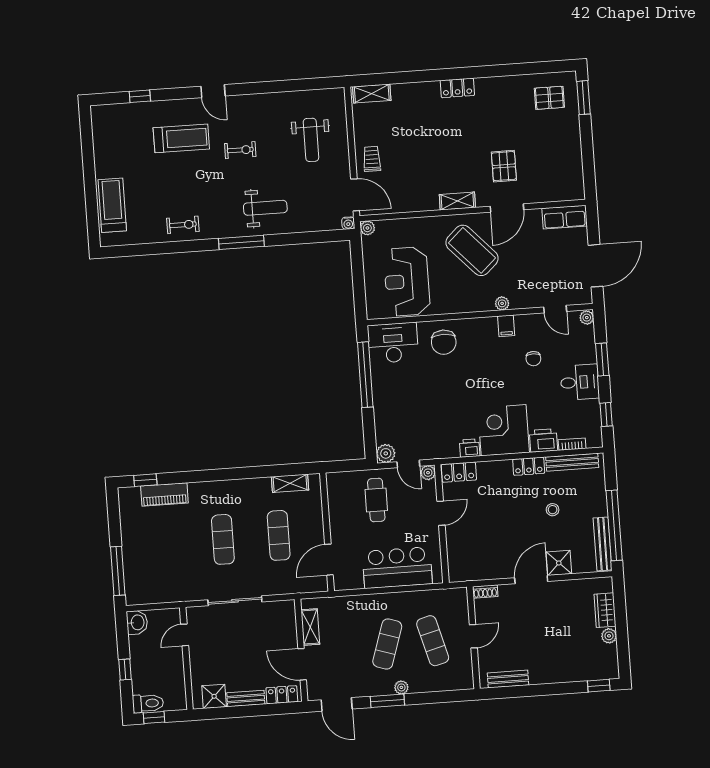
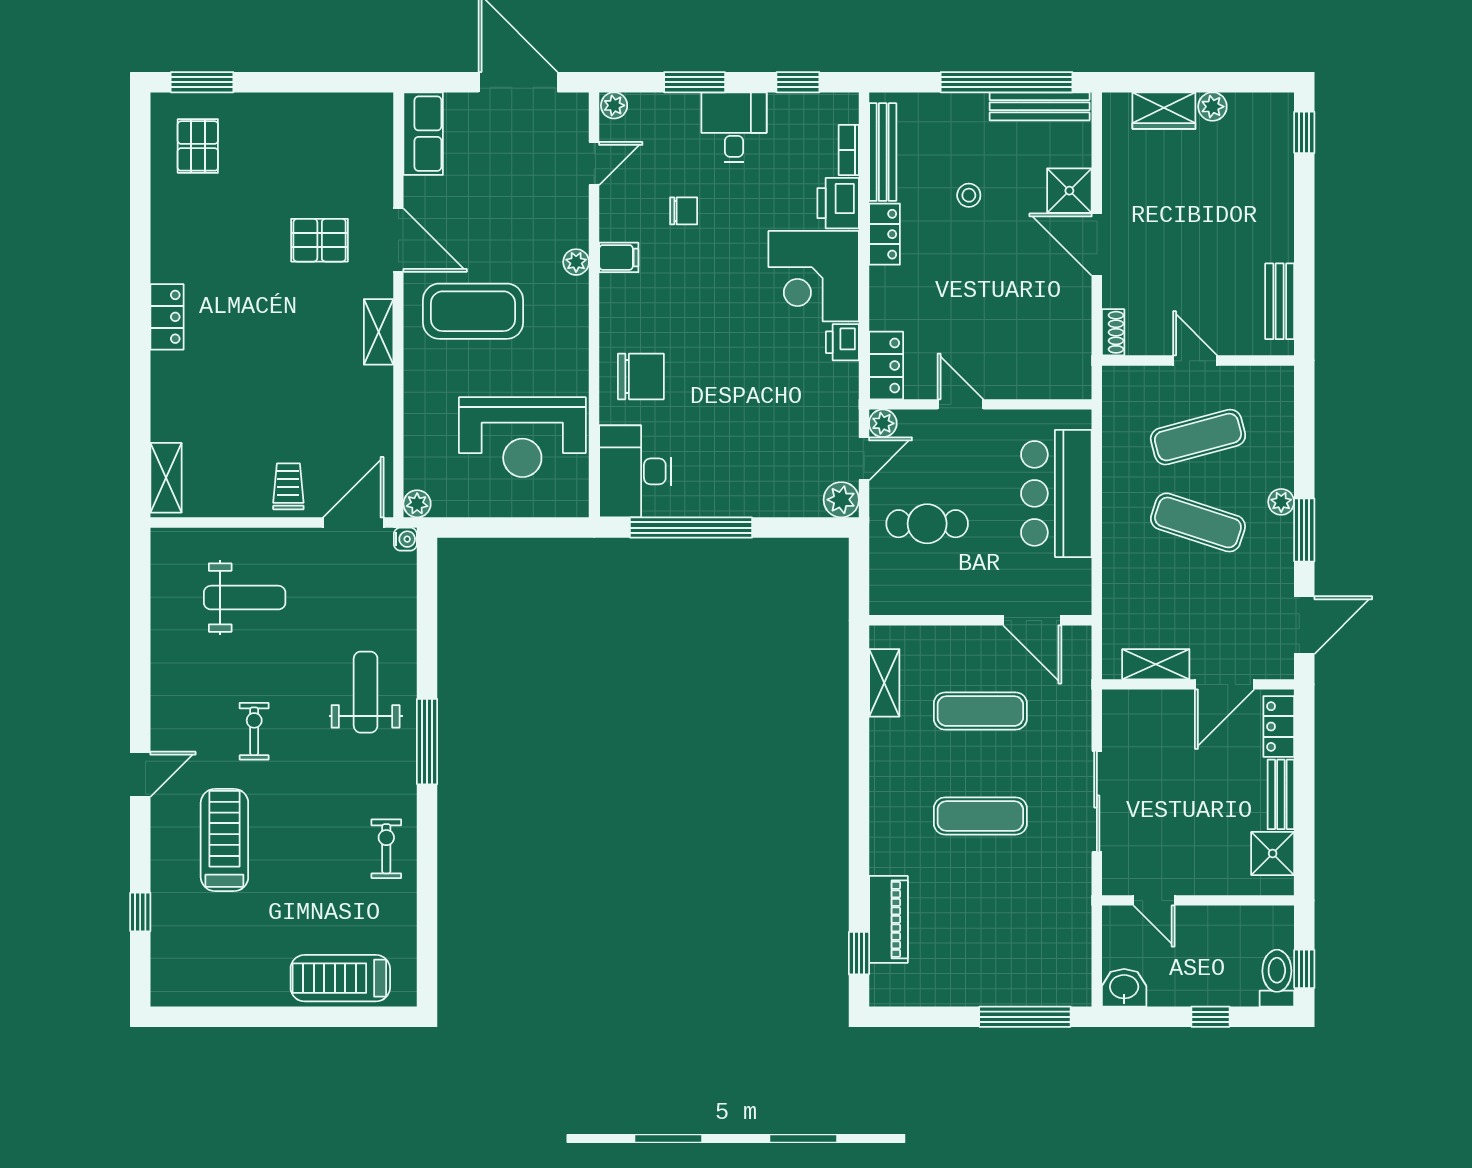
trolley: (372, 159) -> (288, 486), turned 90
coffee table: (472, 250) -> (473, 311), turned 43

